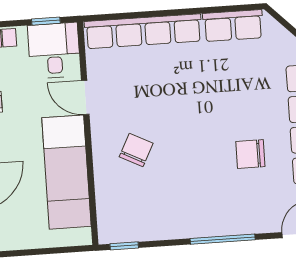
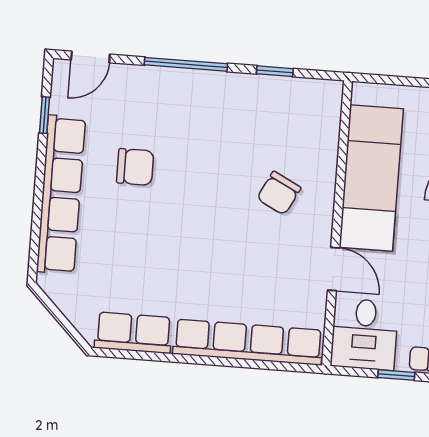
window: (46, 21) -> (396, 375), moved
window: (124, 246) -> (275, 71), moved

